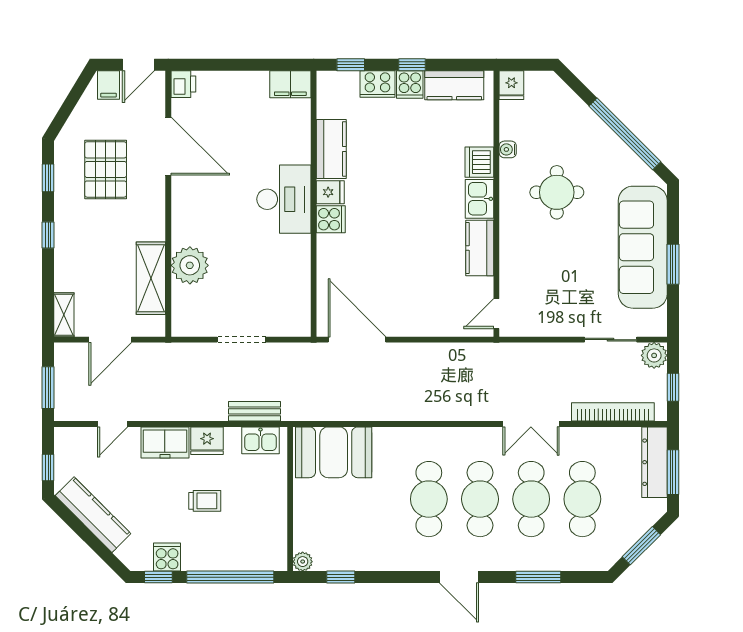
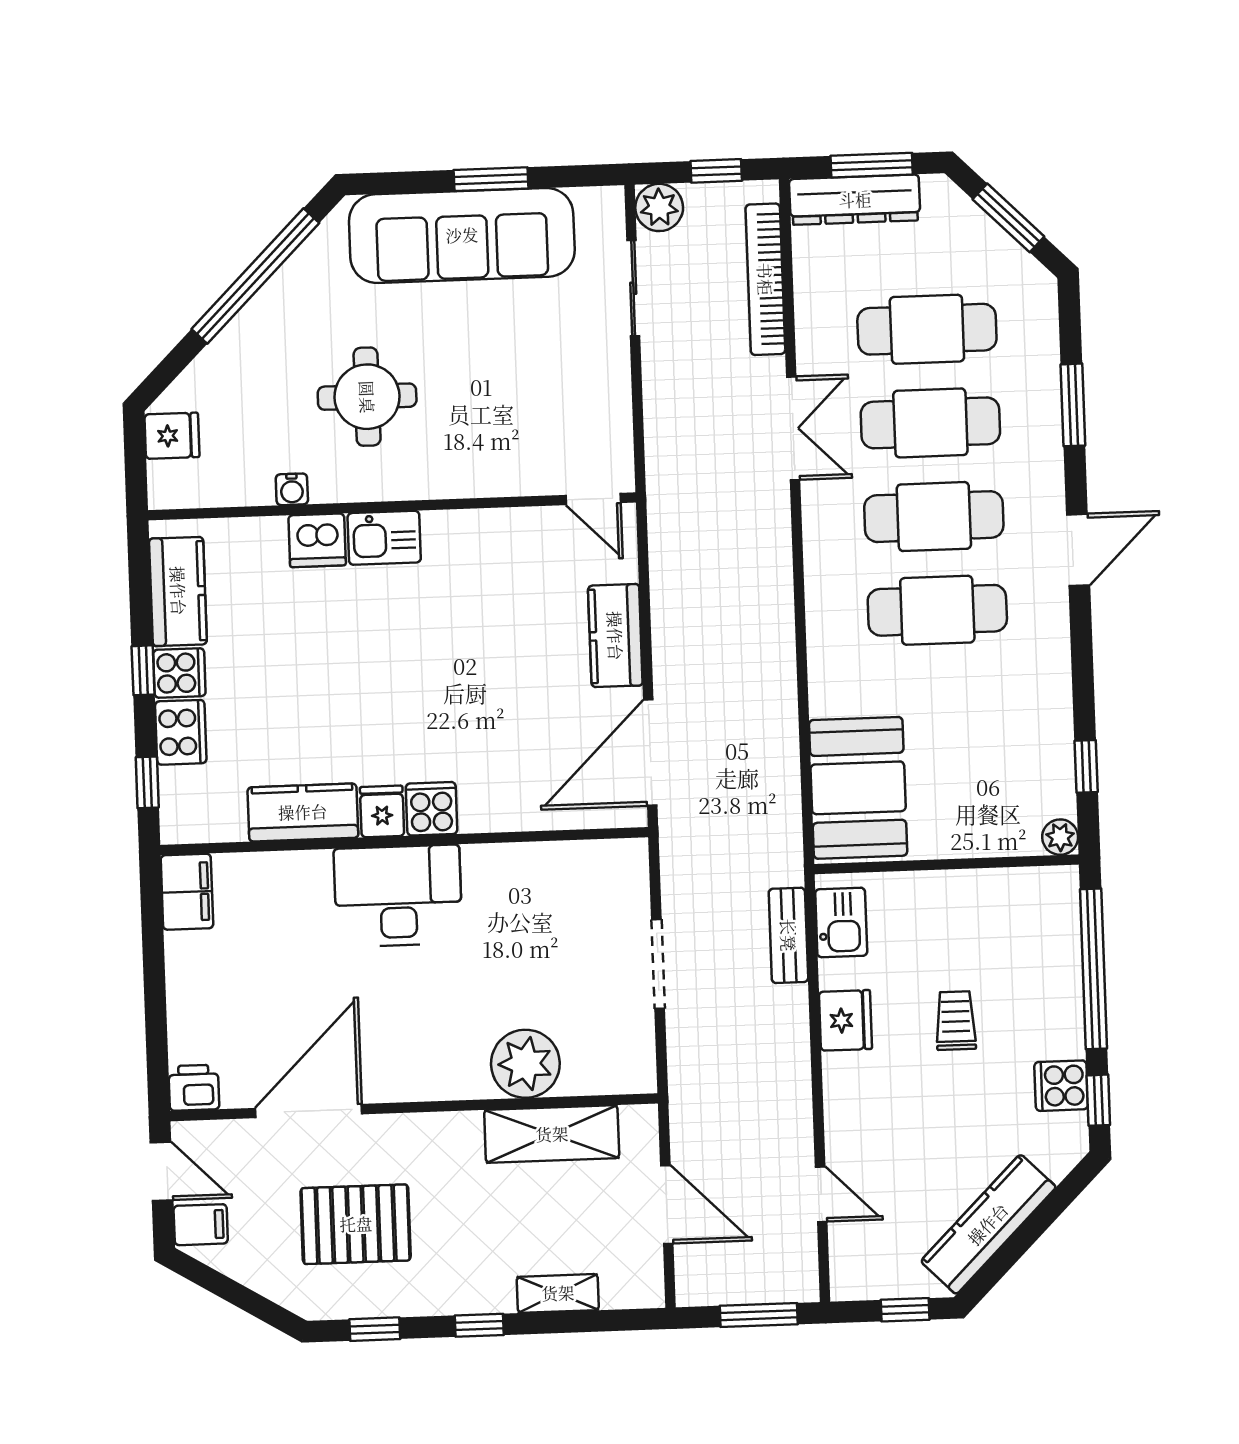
fridge: (511, 85) -> (172, 436), moved
kitchen counter: (480, 248) -> (615, 636), moved, turned 90
shelving: (64, 315) -> (558, 1293), moved
freezer: (165, 442) -> (851, 1097), removed

